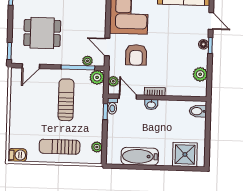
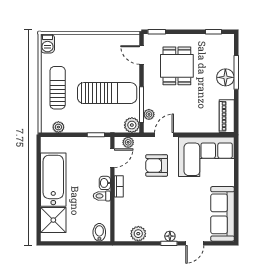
sun lounger: (66, 100) -> (107, 93), width x1.36, depth x1.34
toilet: (112, 106) -> (102, 196), moved
bathtub: (140, 156) -> (53, 180), width x1.36, depth x1.36

